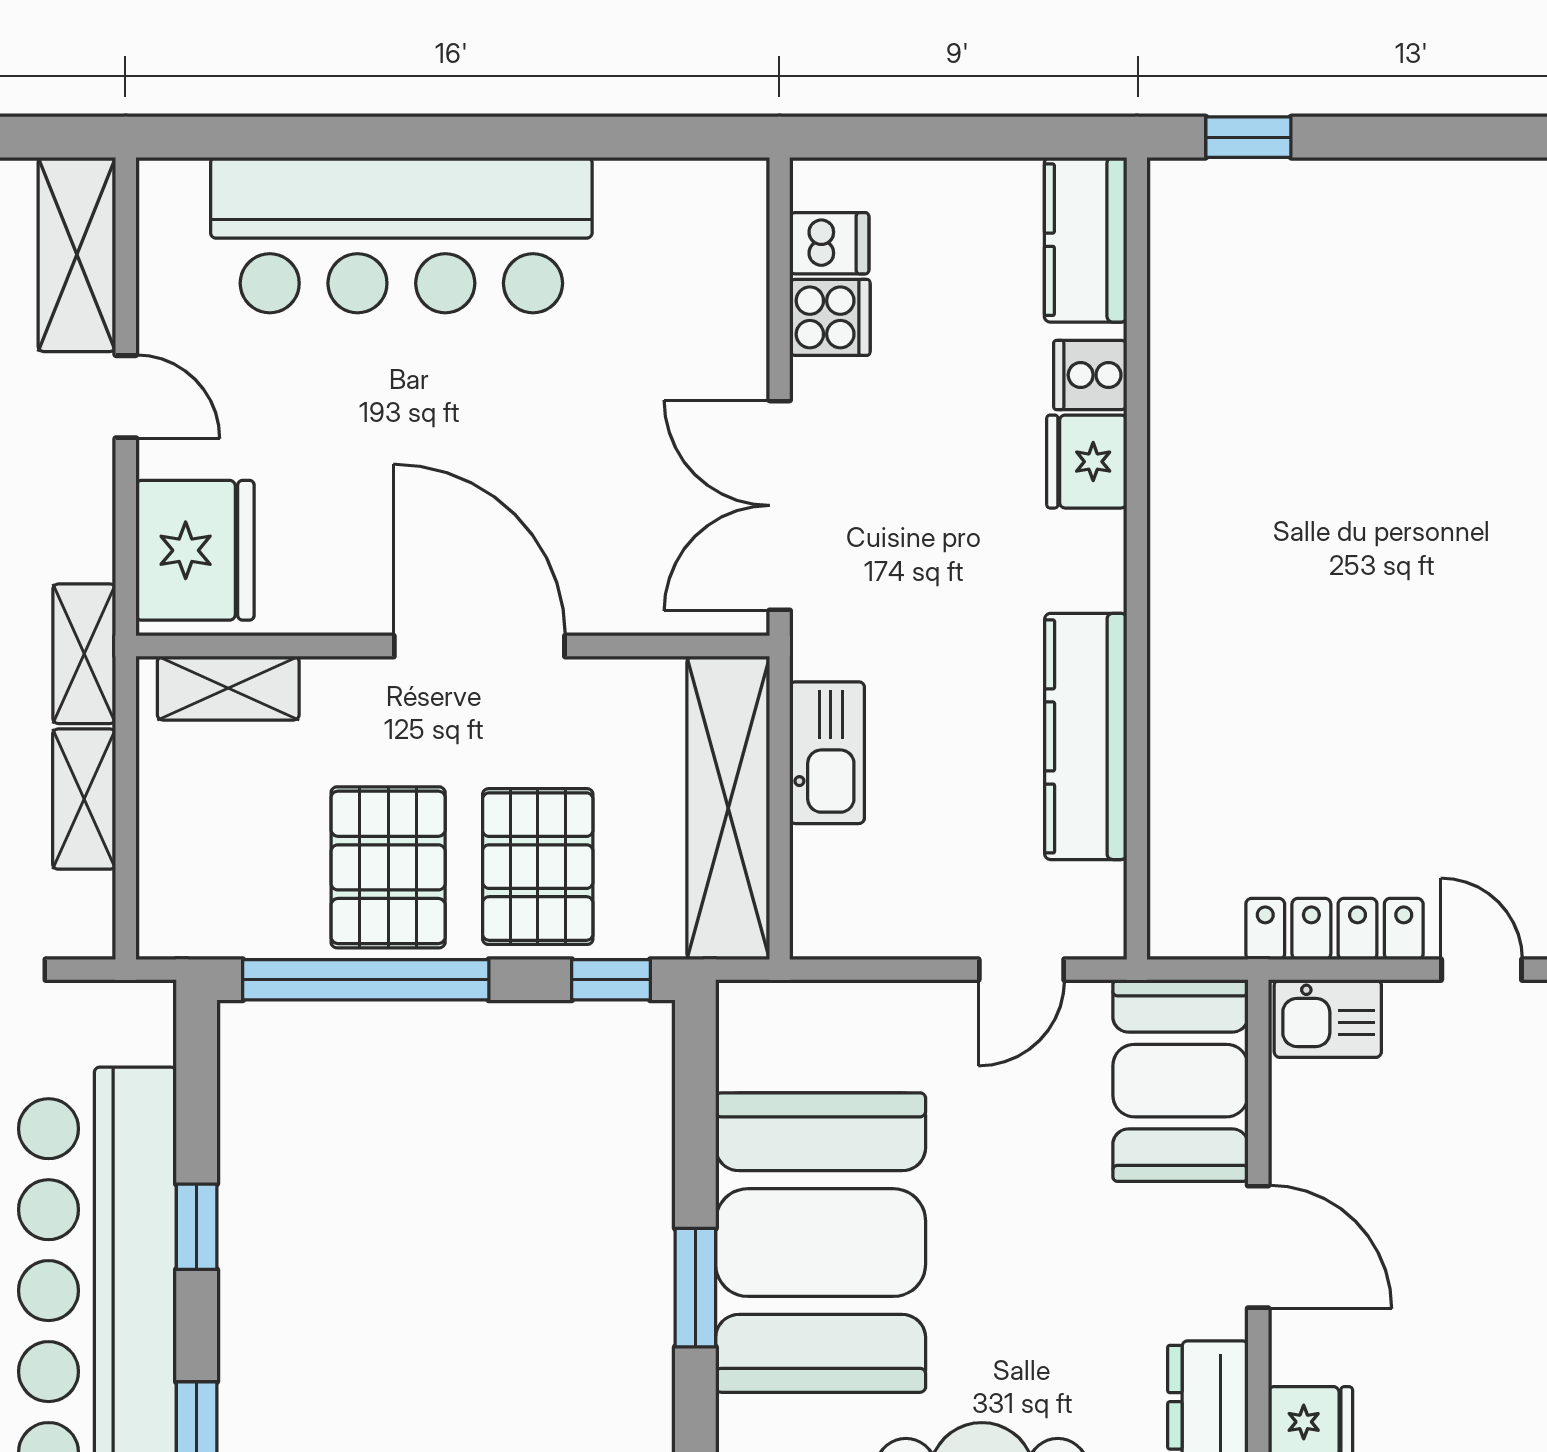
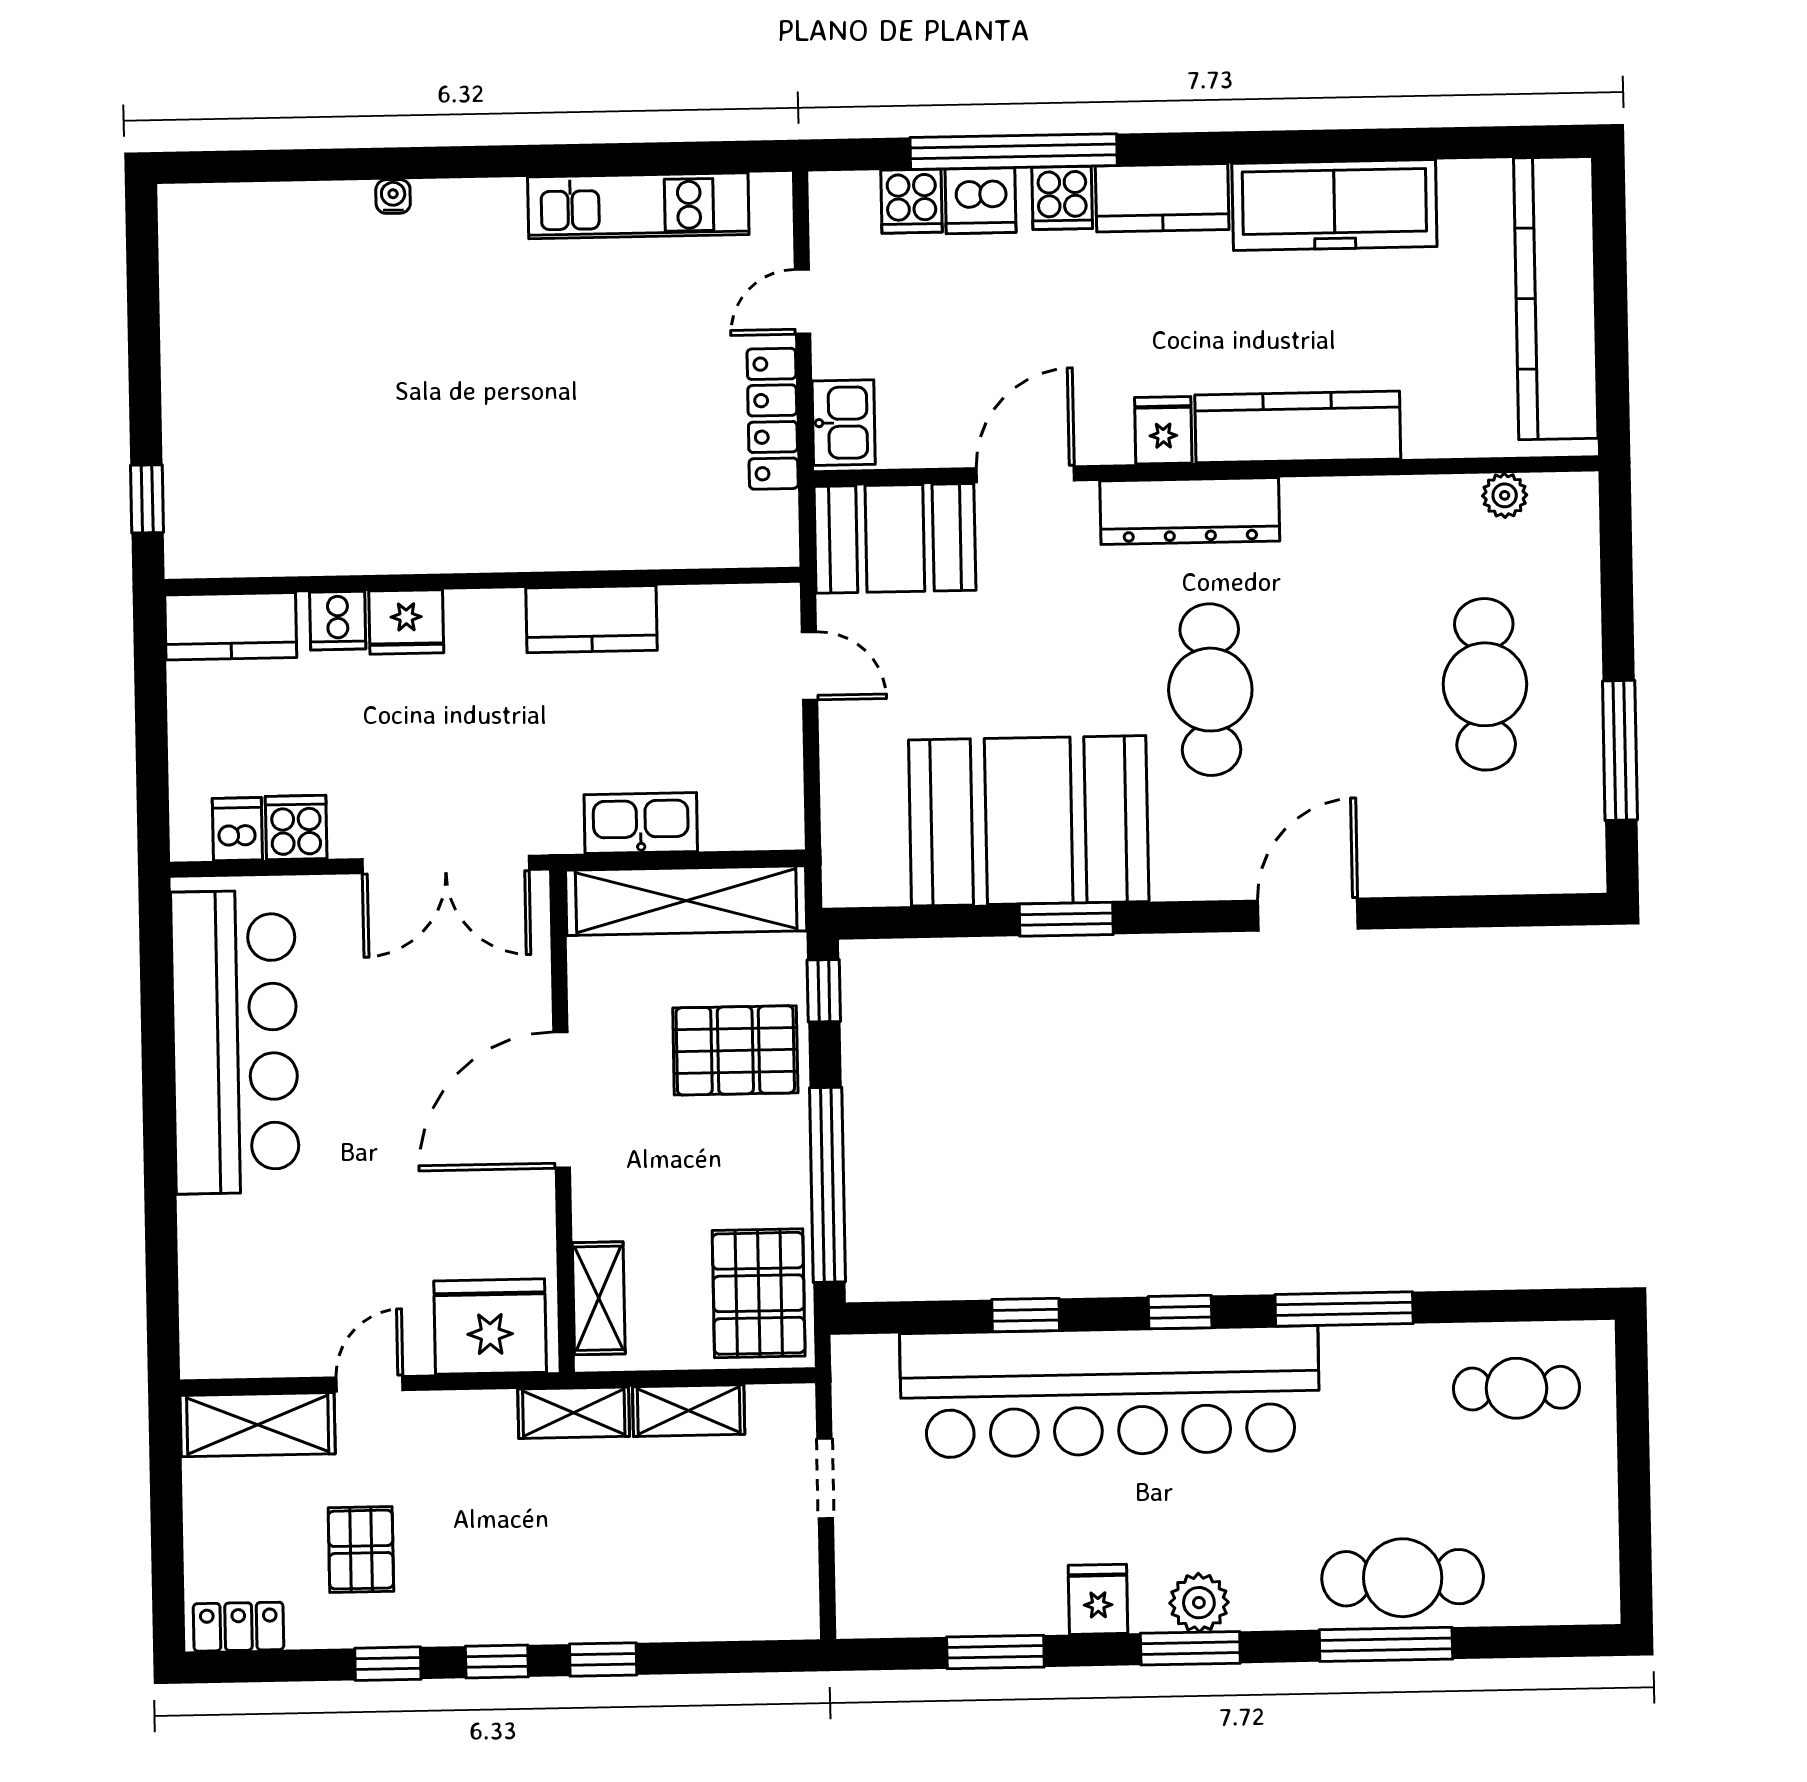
bar counter: (401, 235) -> (235, 1042), moved
kitchen counter: (1086, 736) -> (591, 619), width x0.67
pallet: (388, 867) -> (759, 1293), moved, turned 90

